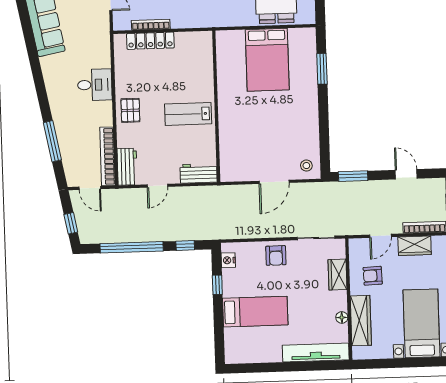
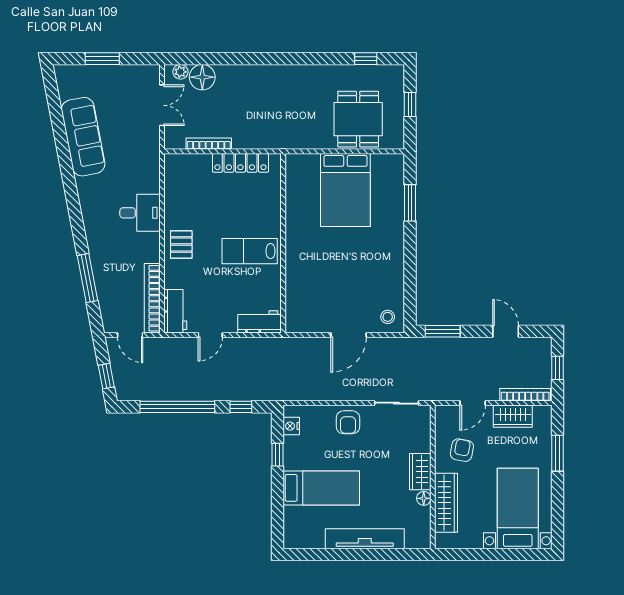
locker: (150, 41) -> (240, 163), moved
wardrobe: (337, 275) -> (420, 472), moved
armchair: (373, 276) -> (462, 450), turned 103
tv unit: (316, 352) -> (365, 539), moved

